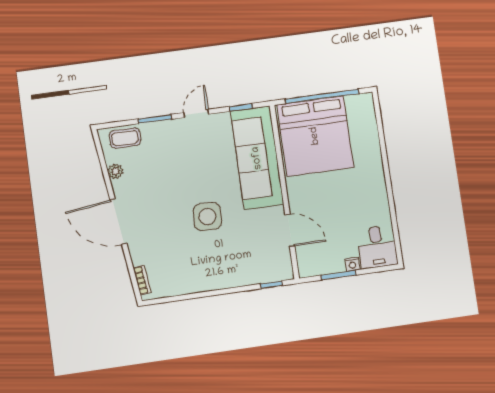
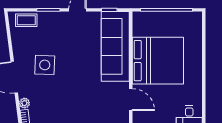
bed: (315, 136) -> (158, 61), moved, turned -90
plant: (115, 171) -> (24, 103), moved
side table: (207, 217) -> (45, 65), moved

